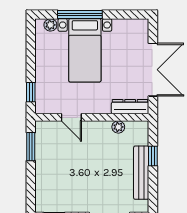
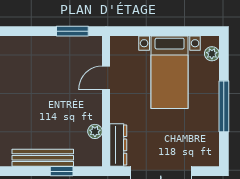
window: (80, 14) -> (224, 106), moved
bed with nightstands: (85, 50) -> (170, 72), moved, turned -90
window: (31, 92) -> (135, 31), removed

